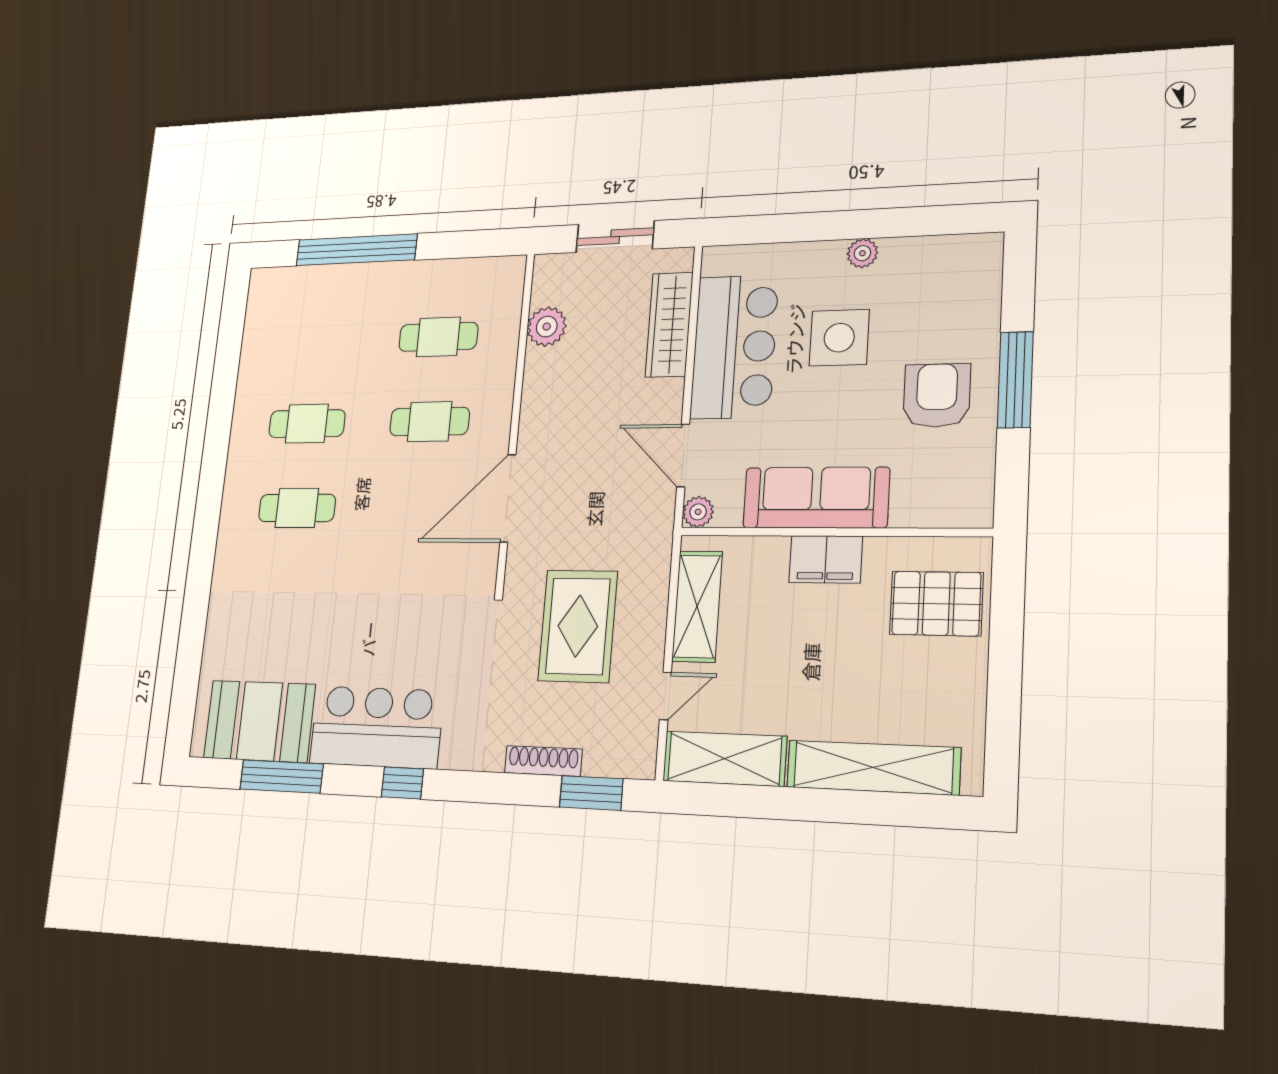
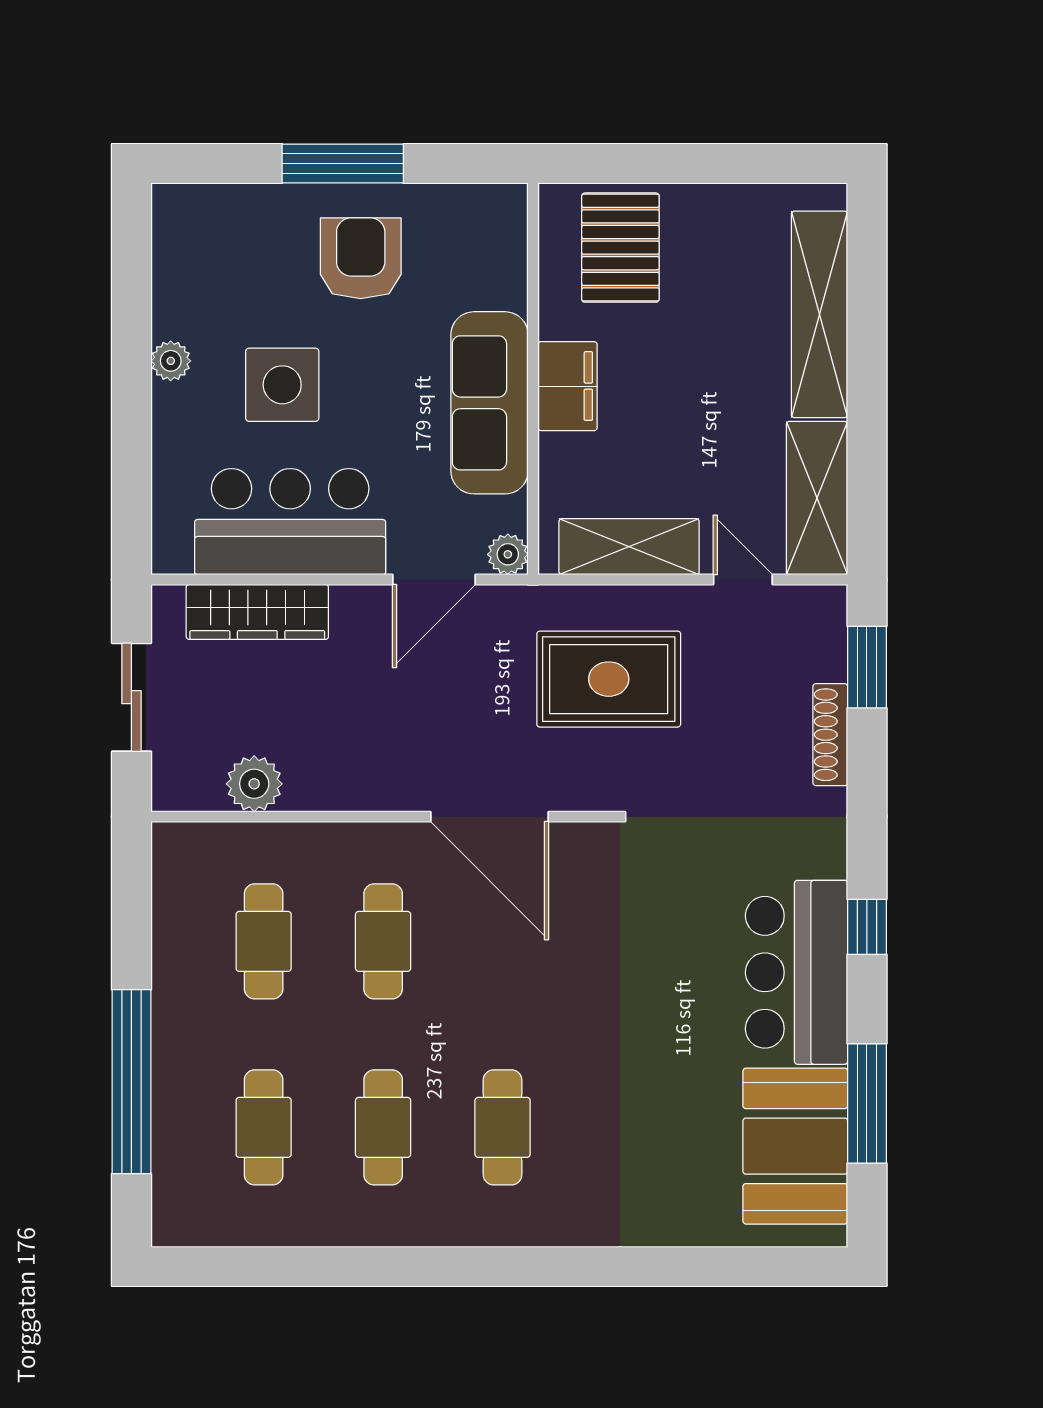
cafe table: (317, 341) -> (264, 1127), added
armchair: (937, 395) -> (361, 258), turned 90
rug: (578, 626) -> (609, 679), moved

